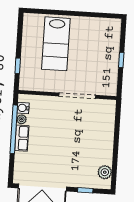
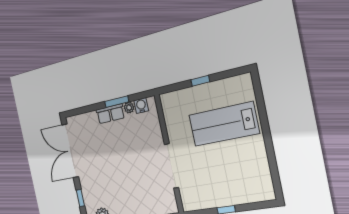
window: (18, 66) -> (200, 81), moved
window: (14, 129) -> (117, 102), width x0.47

